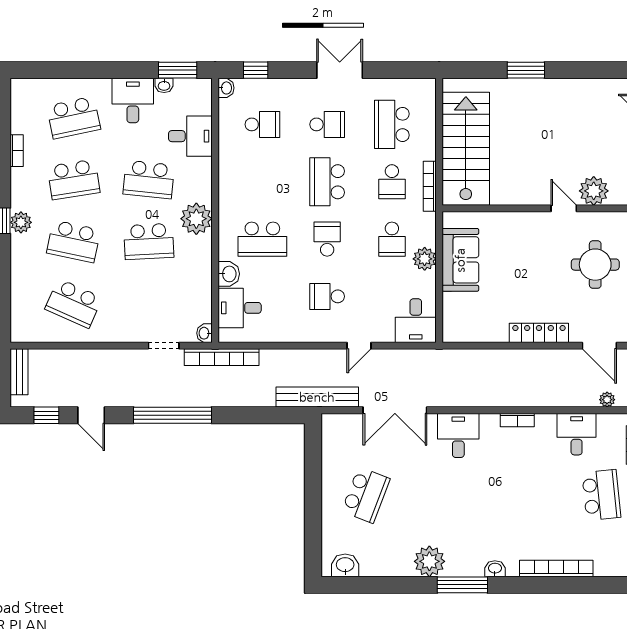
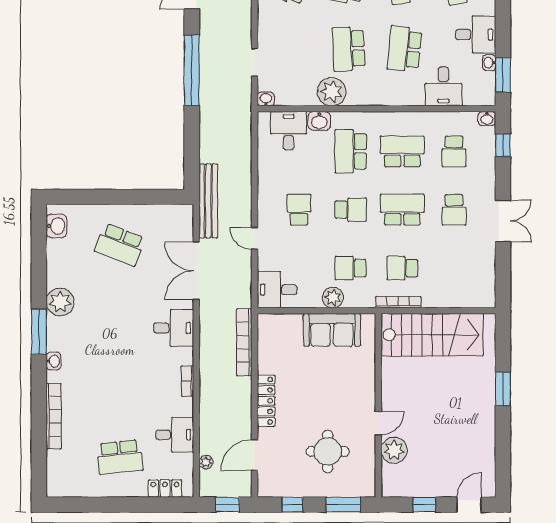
school desk: (392, 124) -> (402, 151), moved
plant: (196, 219) -> (332, 92), moved
bookcase: (222, 357) -> (244, 342), moved

